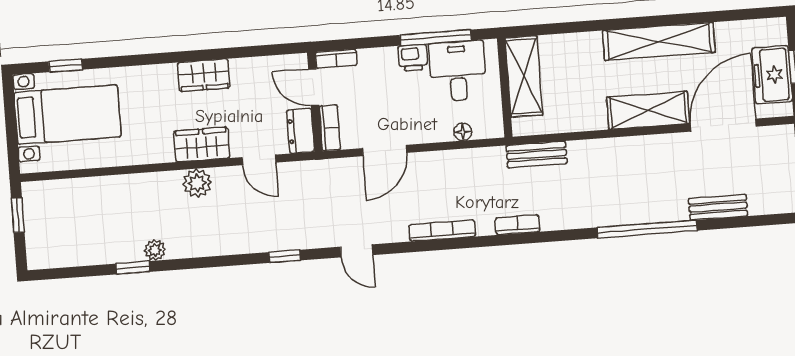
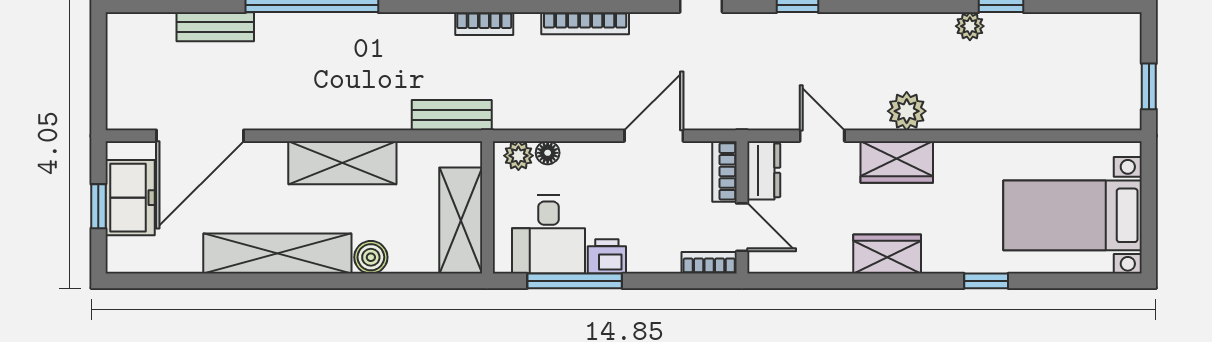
boiler: (589, 44) -> (371, 257), added
window: (66, 66) -> (986, 281), moved
shelving: (648, 110) -> (342, 163), moved
plant: (484, 128) -> (518, 156), added

